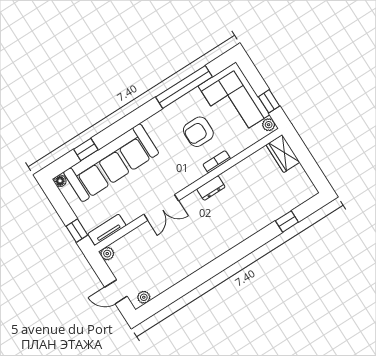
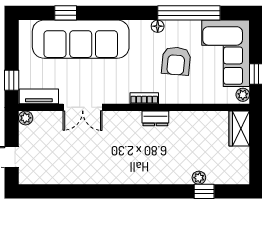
armchair: (198, 132) -> (176, 61), turned -85
bookcase: (217, 162) -> (144, 98), moved
floor lamp: (60, 181) -> (158, 26), moved
double door: (161, 207) -> (83, 107), moved
plant: (144, 297) -> (199, 178), moved

